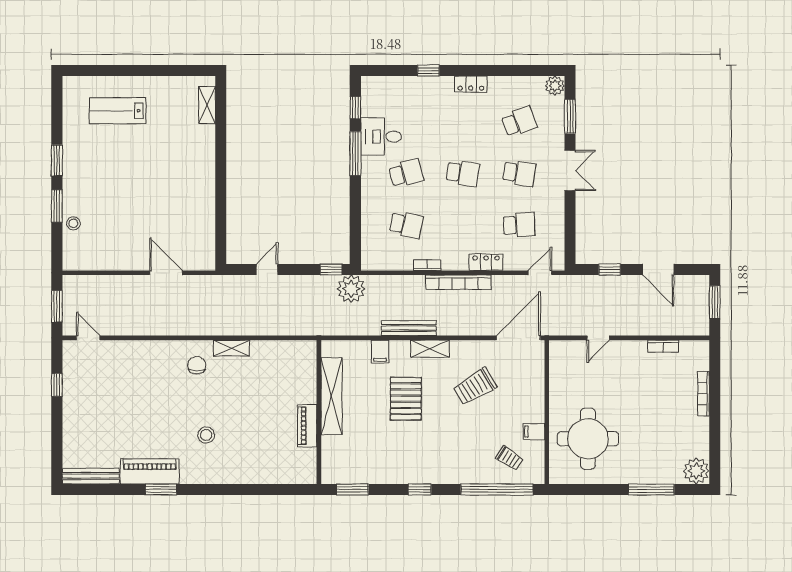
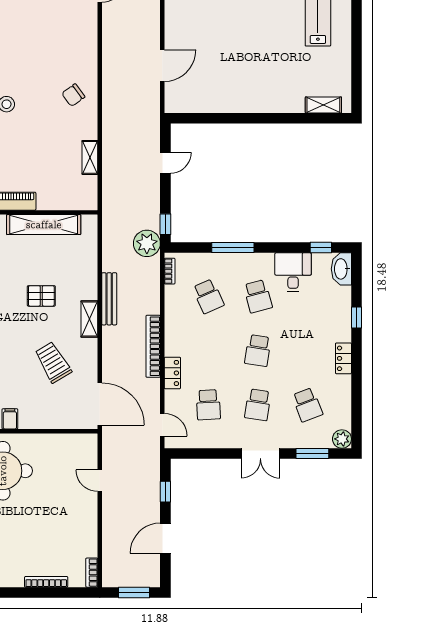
washbasin: (378, 86) -> (341, 269), added
window: (355, 154) -> (233, 247), moved
school desk: (406, 225) -> (208, 296), turned -36
bookcase: (427, 265) -> (170, 271), moved
door: (267, 269) -> (165, 163), hinge flipped
bookcase: (663, 346) -> (92, 573), moved
shelving: (231, 348) -> (90, 157), moved
filing cabinet: (380, 352) -> (87, 271), removed
chair: (197, 365) -> (73, 95), turned 144
pallet: (406, 399) -> (41, 296), width x0.67, depth x0.71

